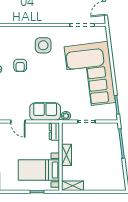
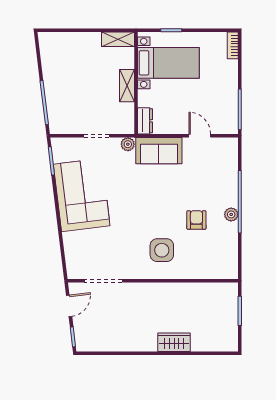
corner sofa: (90, 75) -> (82, 195), width x0.73, depth x0.74

